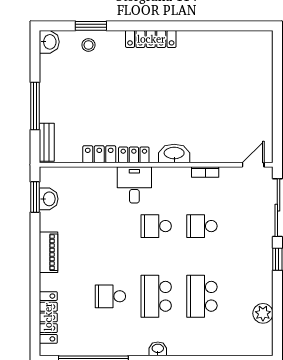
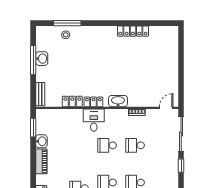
window: (91, 26) -> (67, 23), width x1.44
locker: (151, 39) -> (133, 31), moved
washbasin: (49, 42) -> (42, 59), moved
window: (35, 106) -> (33, 60), moved
washbasin: (49, 199) -> (41, 141), moved

